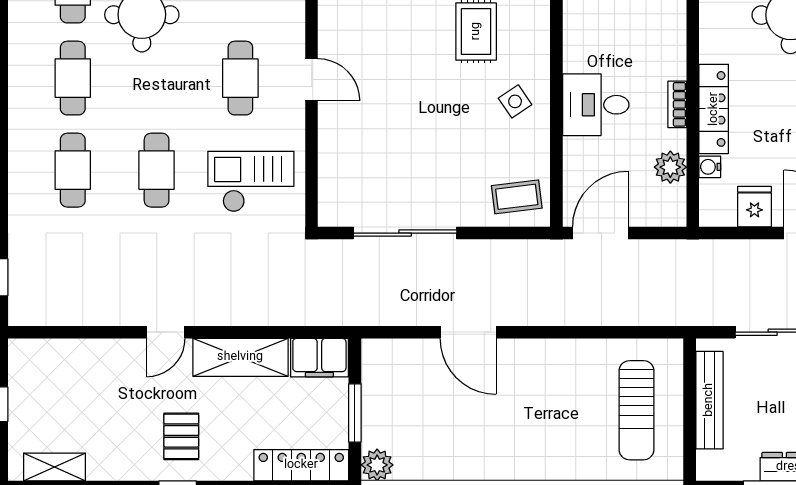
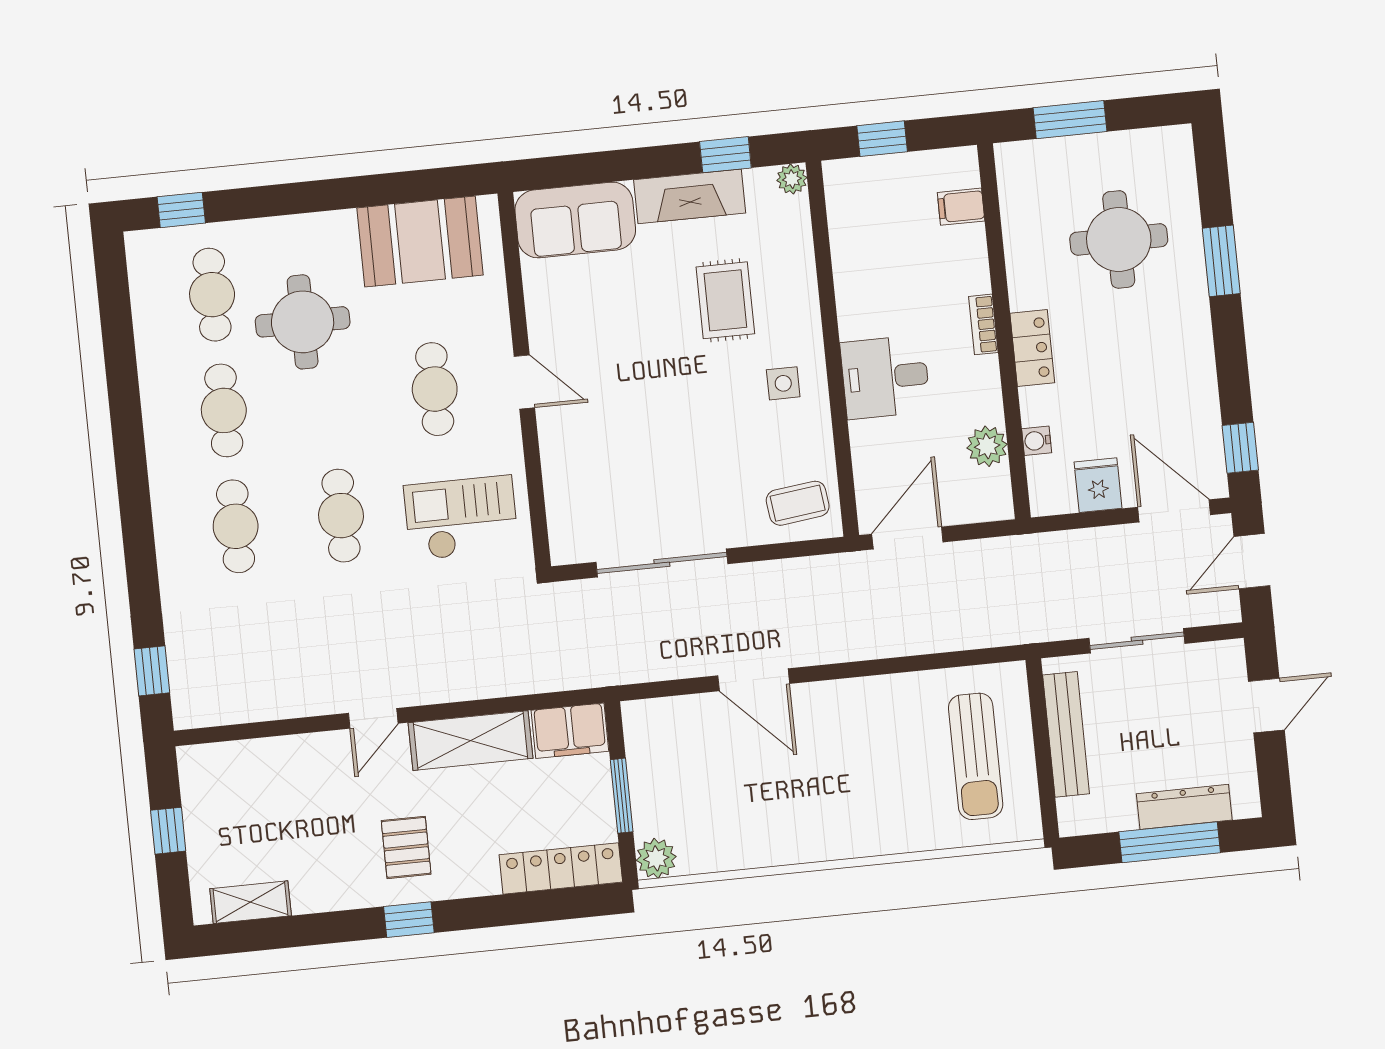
side table: (515, 101) -> (783, 383), turned 34
bookcase: (677, 104) -> (983, 324), moved
locker: (714, 109) -> (1032, 348), width x0.66

